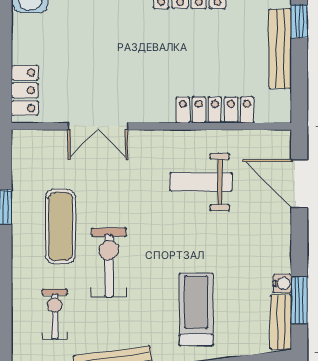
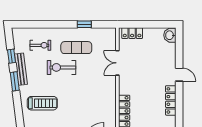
weight bench: (201, 182) -> (95, 105), removed
exercise bike: (109, 263) -> (61, 67), turned 180

